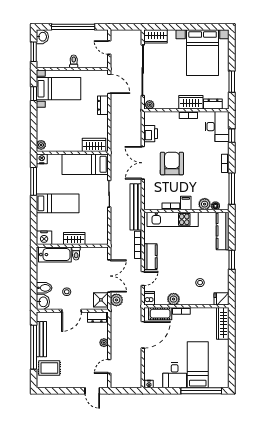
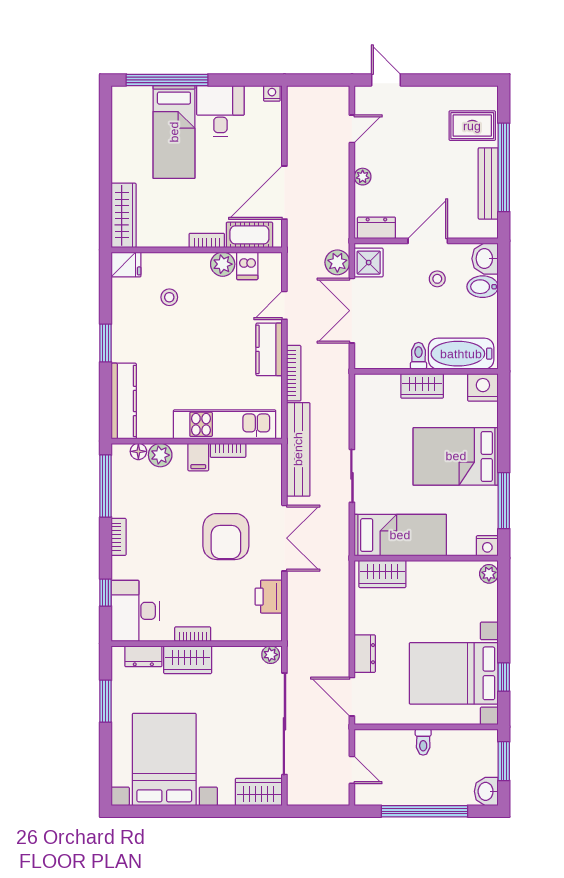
bed with nightstands: (59, 89) -> (454, 673), width x1.36
bed: (58, 203) -> (456, 456), width x1.50
dishwasher: (149, 298) -> (247, 266), moved

